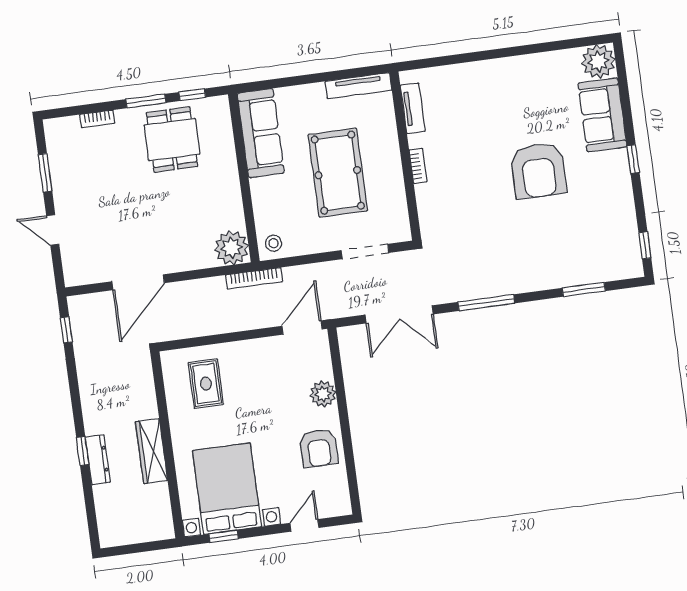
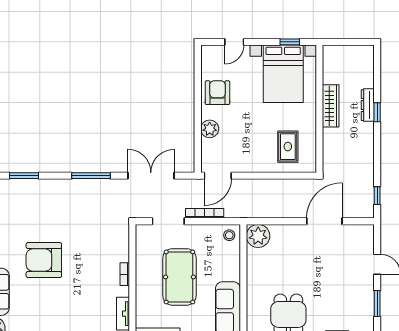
armchair: (538, 171) -> (44, 260), turned -90
bookcase: (254, 278) -> (205, 213), moved

